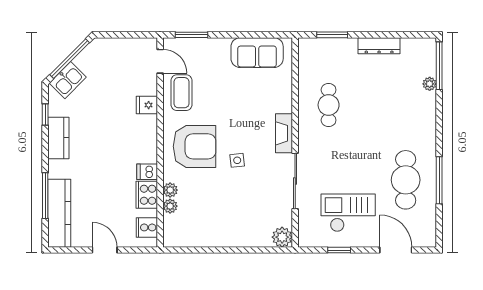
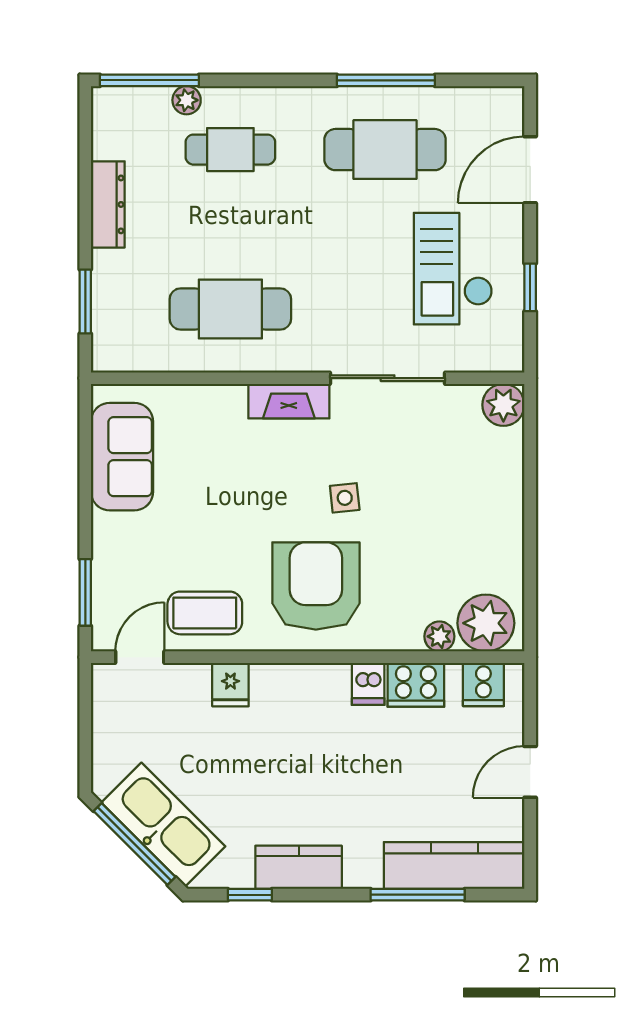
kitchen sink: (68, 80) -> (163, 825), width x1.88, depth x1.24
cafe table: (329, 105) -> (230, 309), width x1.37, depth x1.35
cafe table: (406, 105) -> (230, 150), added
plant: (170, 190) -> (486, 623), moved, width x1.87, depth x1.87

